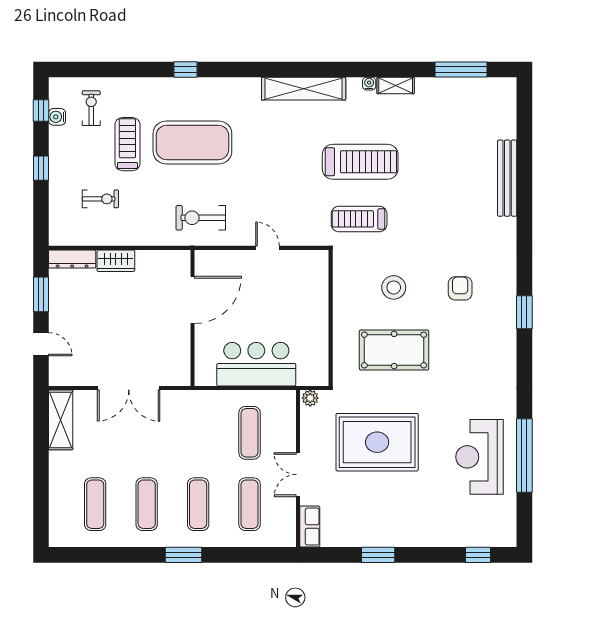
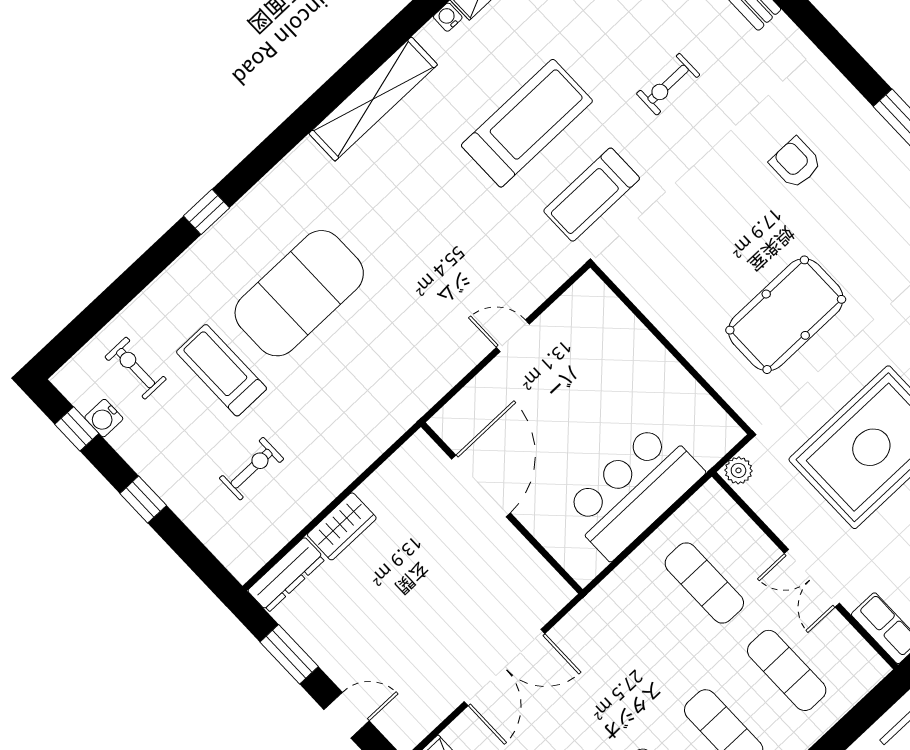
exercise bike: (201, 218) -> (668, 84), moved, width x0.73, depth x0.72
stool: (394, 287) -> (713, 238), removed

